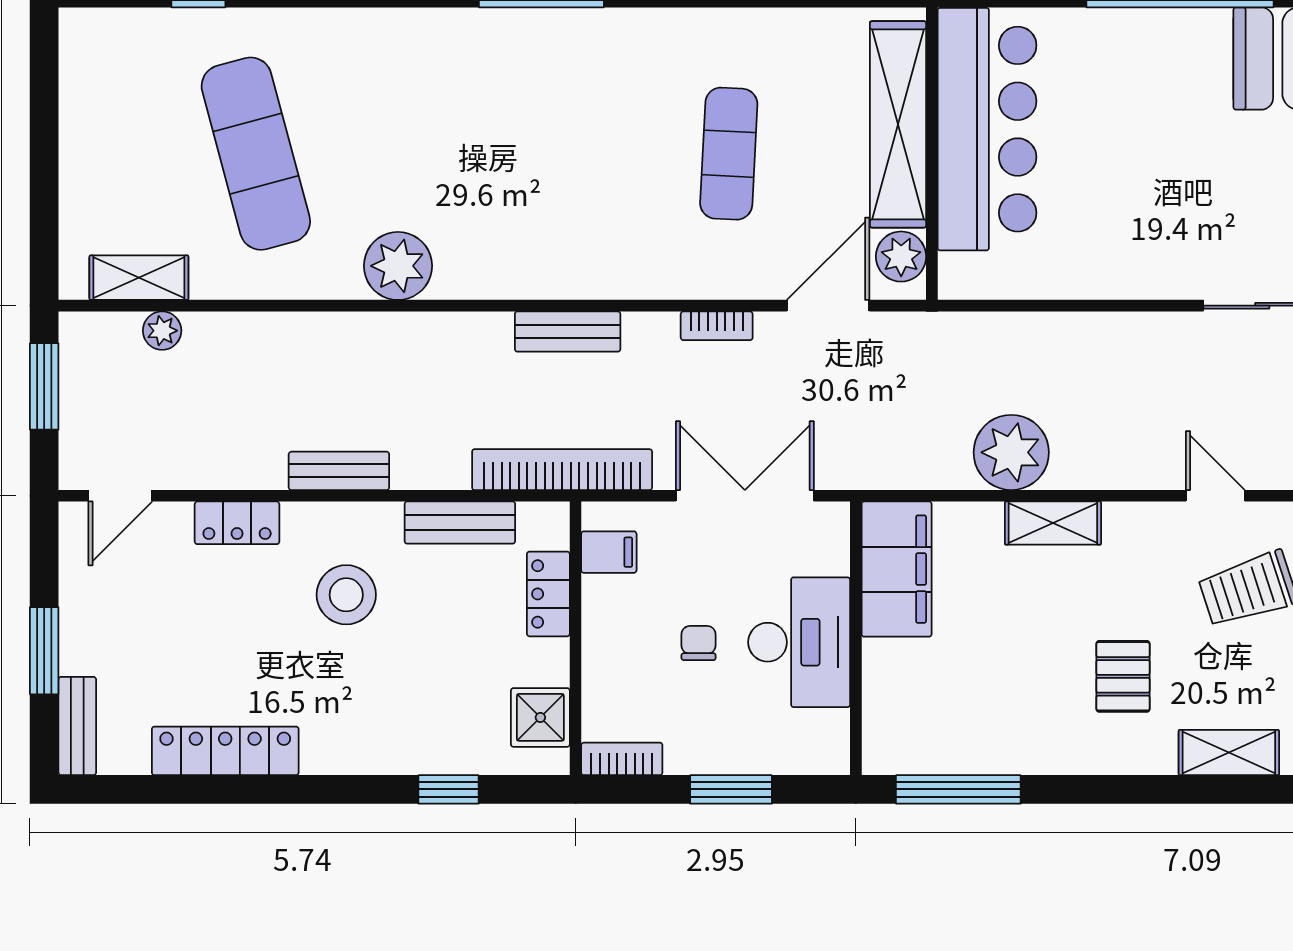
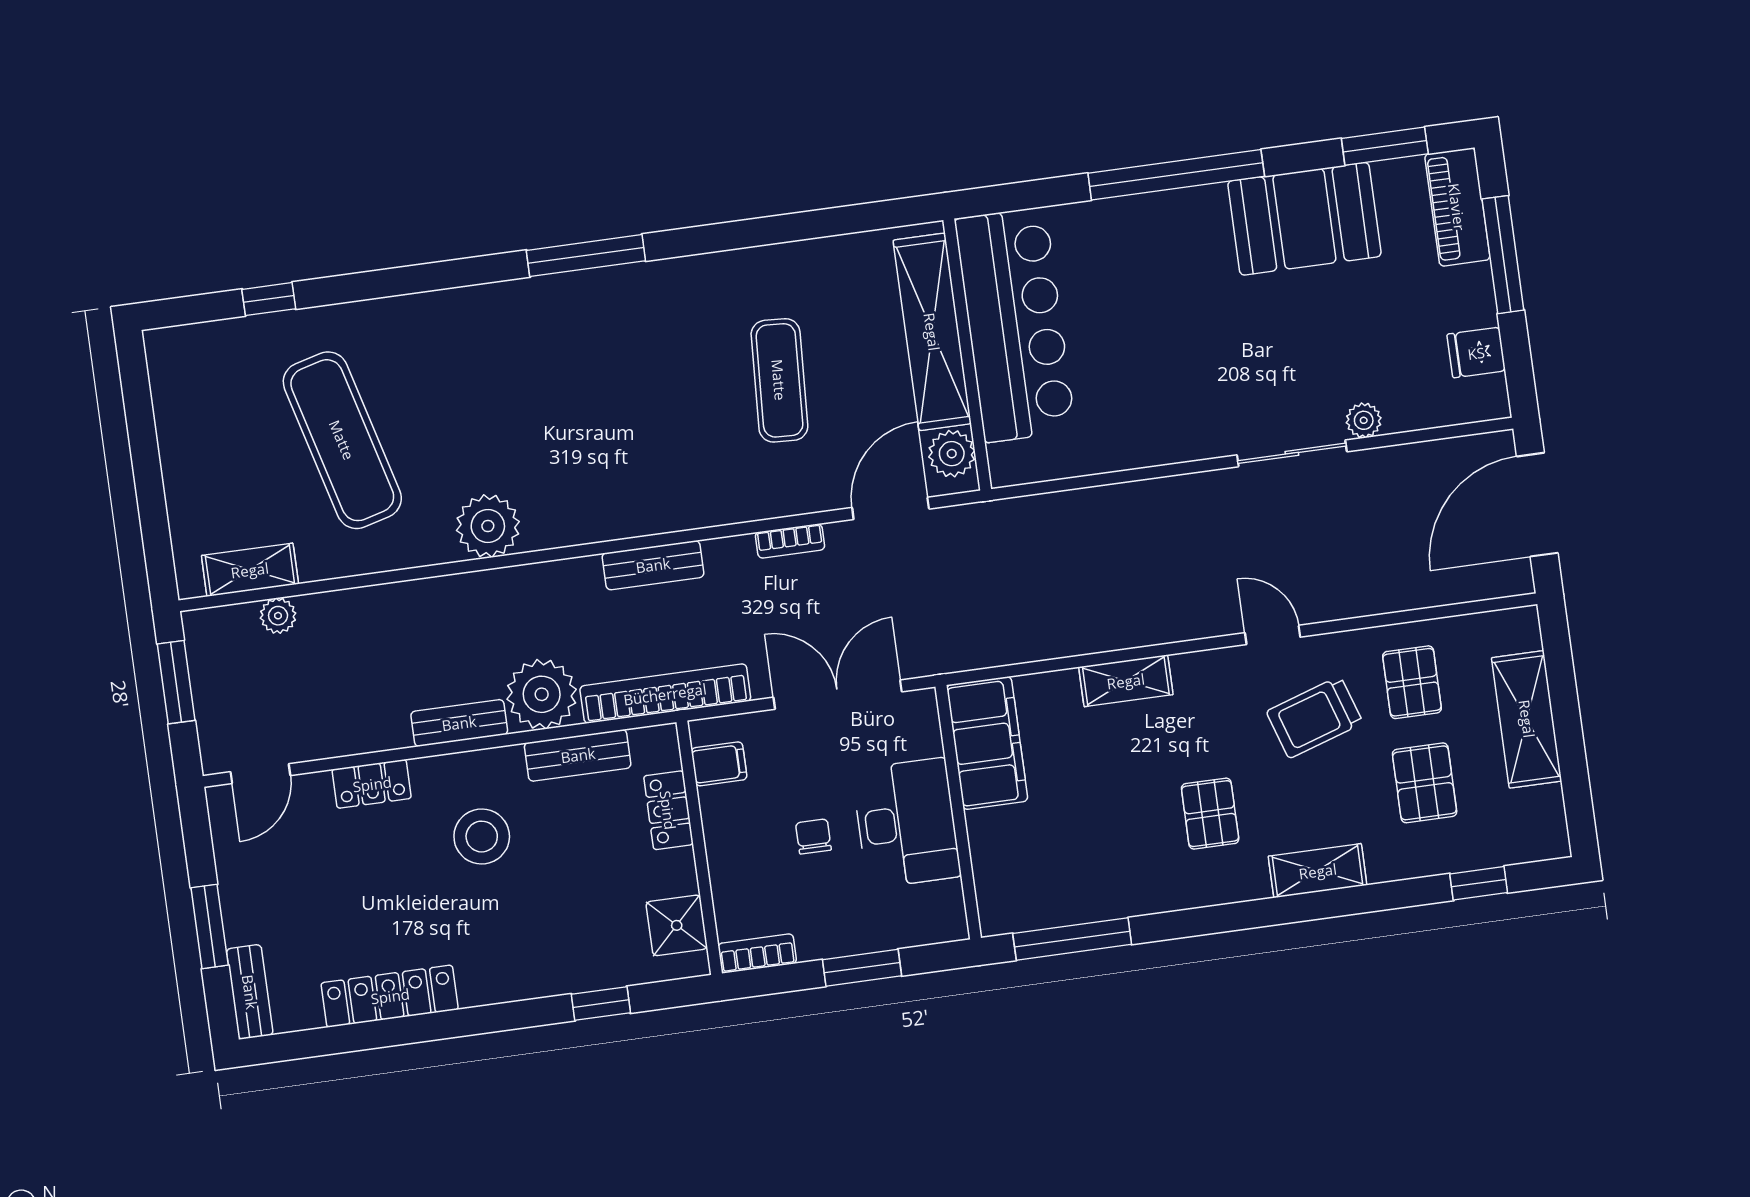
plant: (1011, 452) -> (542, 694), moved

